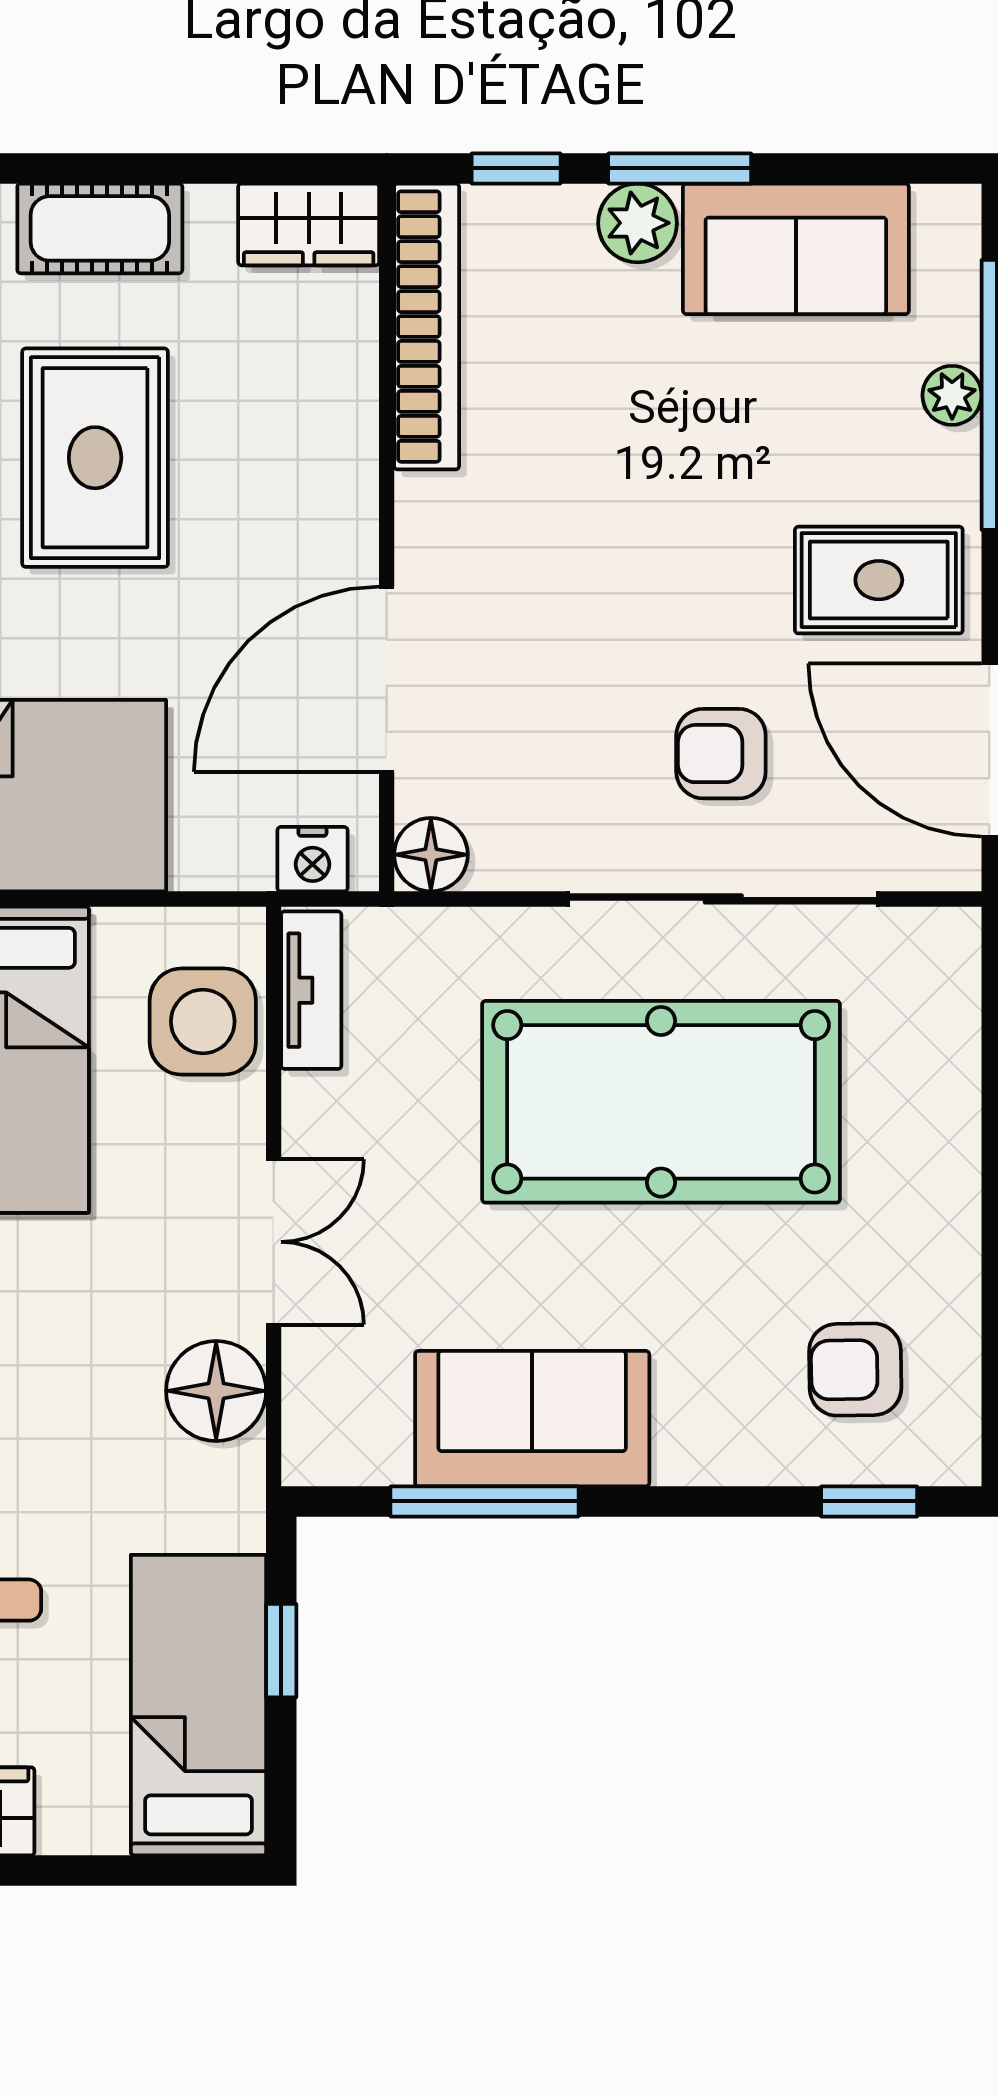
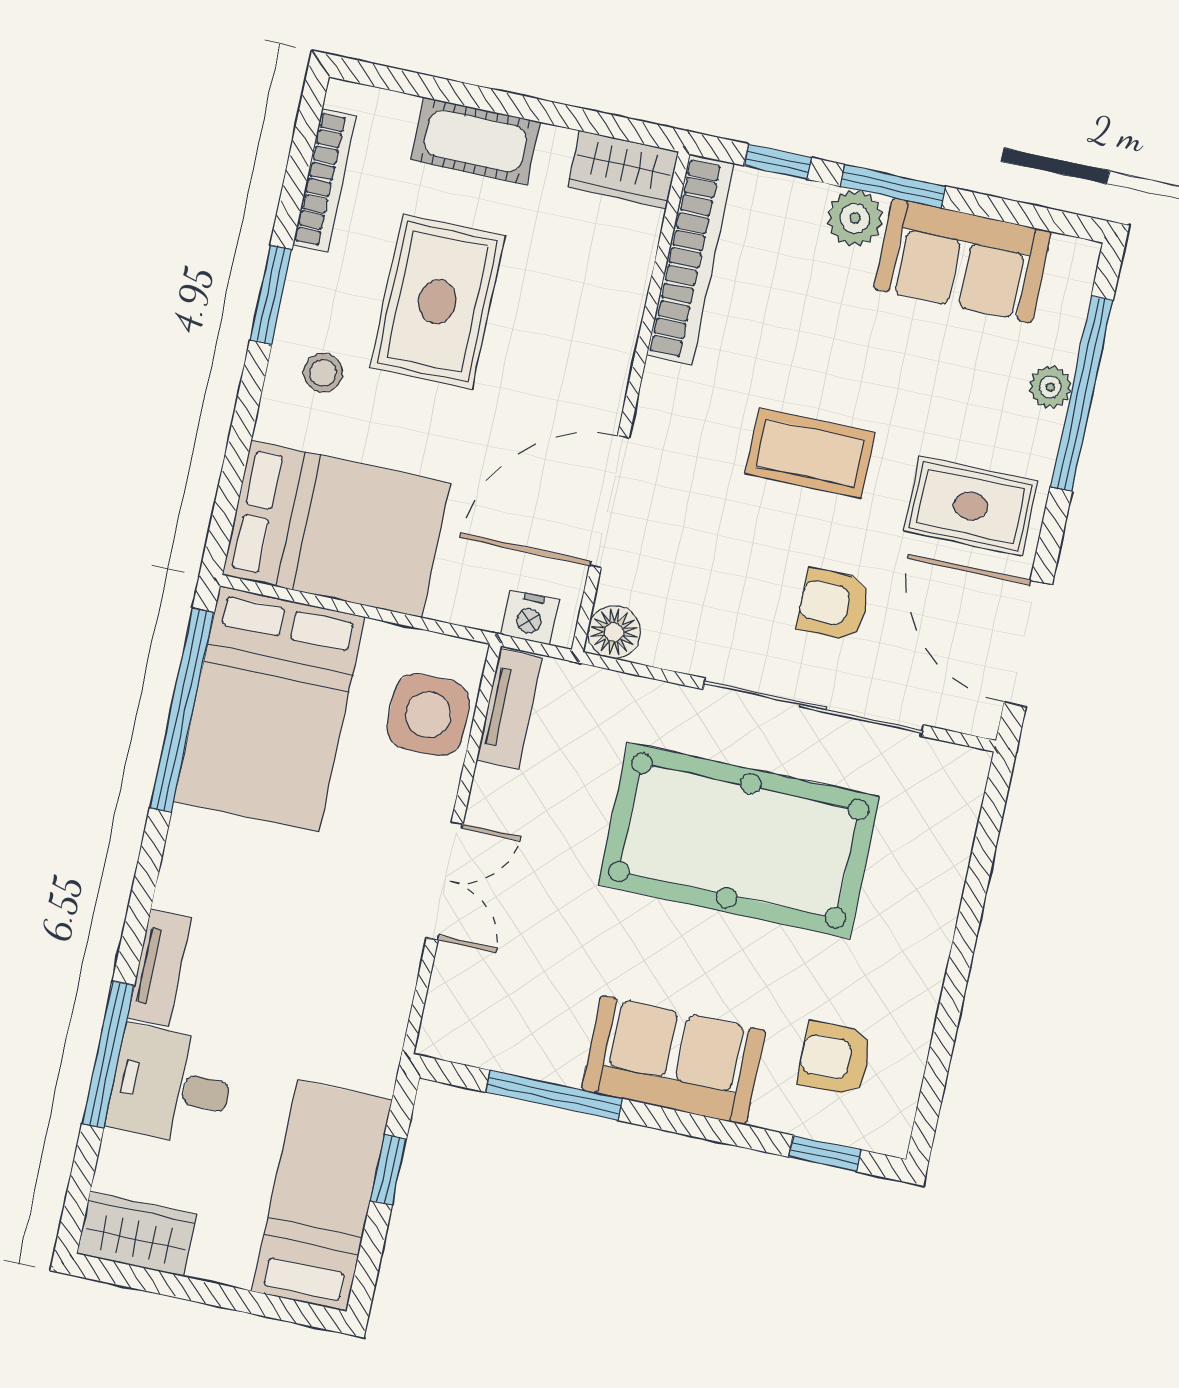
coffee table: (645, 555) -> (810, 453), added
floor lamp: (216, 1391) -> (382, 977), removed
sofa: (532, 1419) -> (674, 1060), moved

